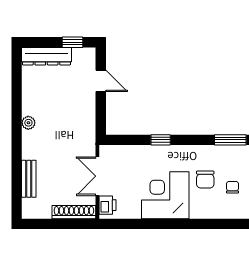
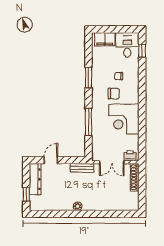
window: (72, 42) -> (26, 194), moved
dresser: (46, 56) -> (35, 179), moved
window: (161, 140) -> (88, 122), width x2.17
bench: (29, 179) -> (82, 168), moved

